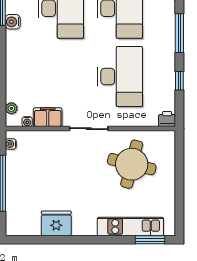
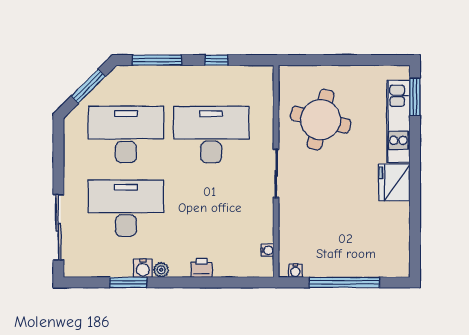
plant: (11, 108) -> (161, 270), moved
filing cabinet: (48, 117) -> (262, 225), removed
printer: (167, 119) -> (202, 268), moved, turned 90
fridge: (56, 223) -> (394, 182), moved

